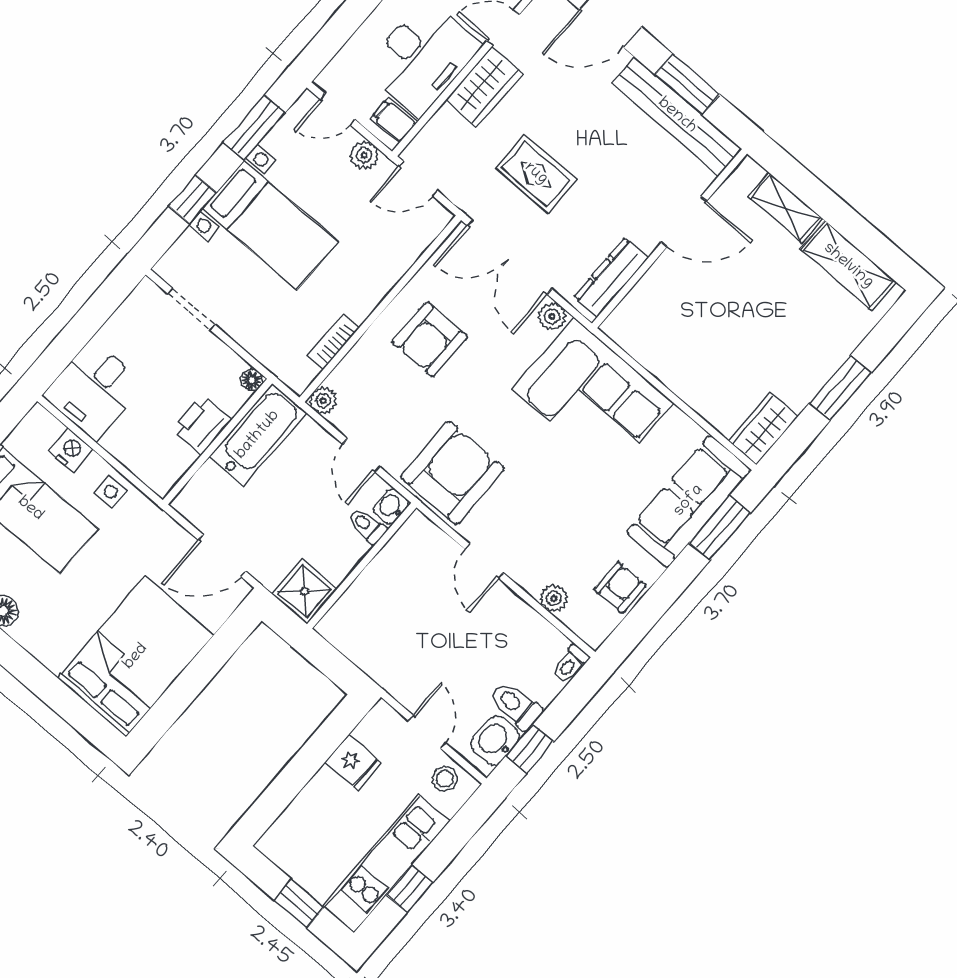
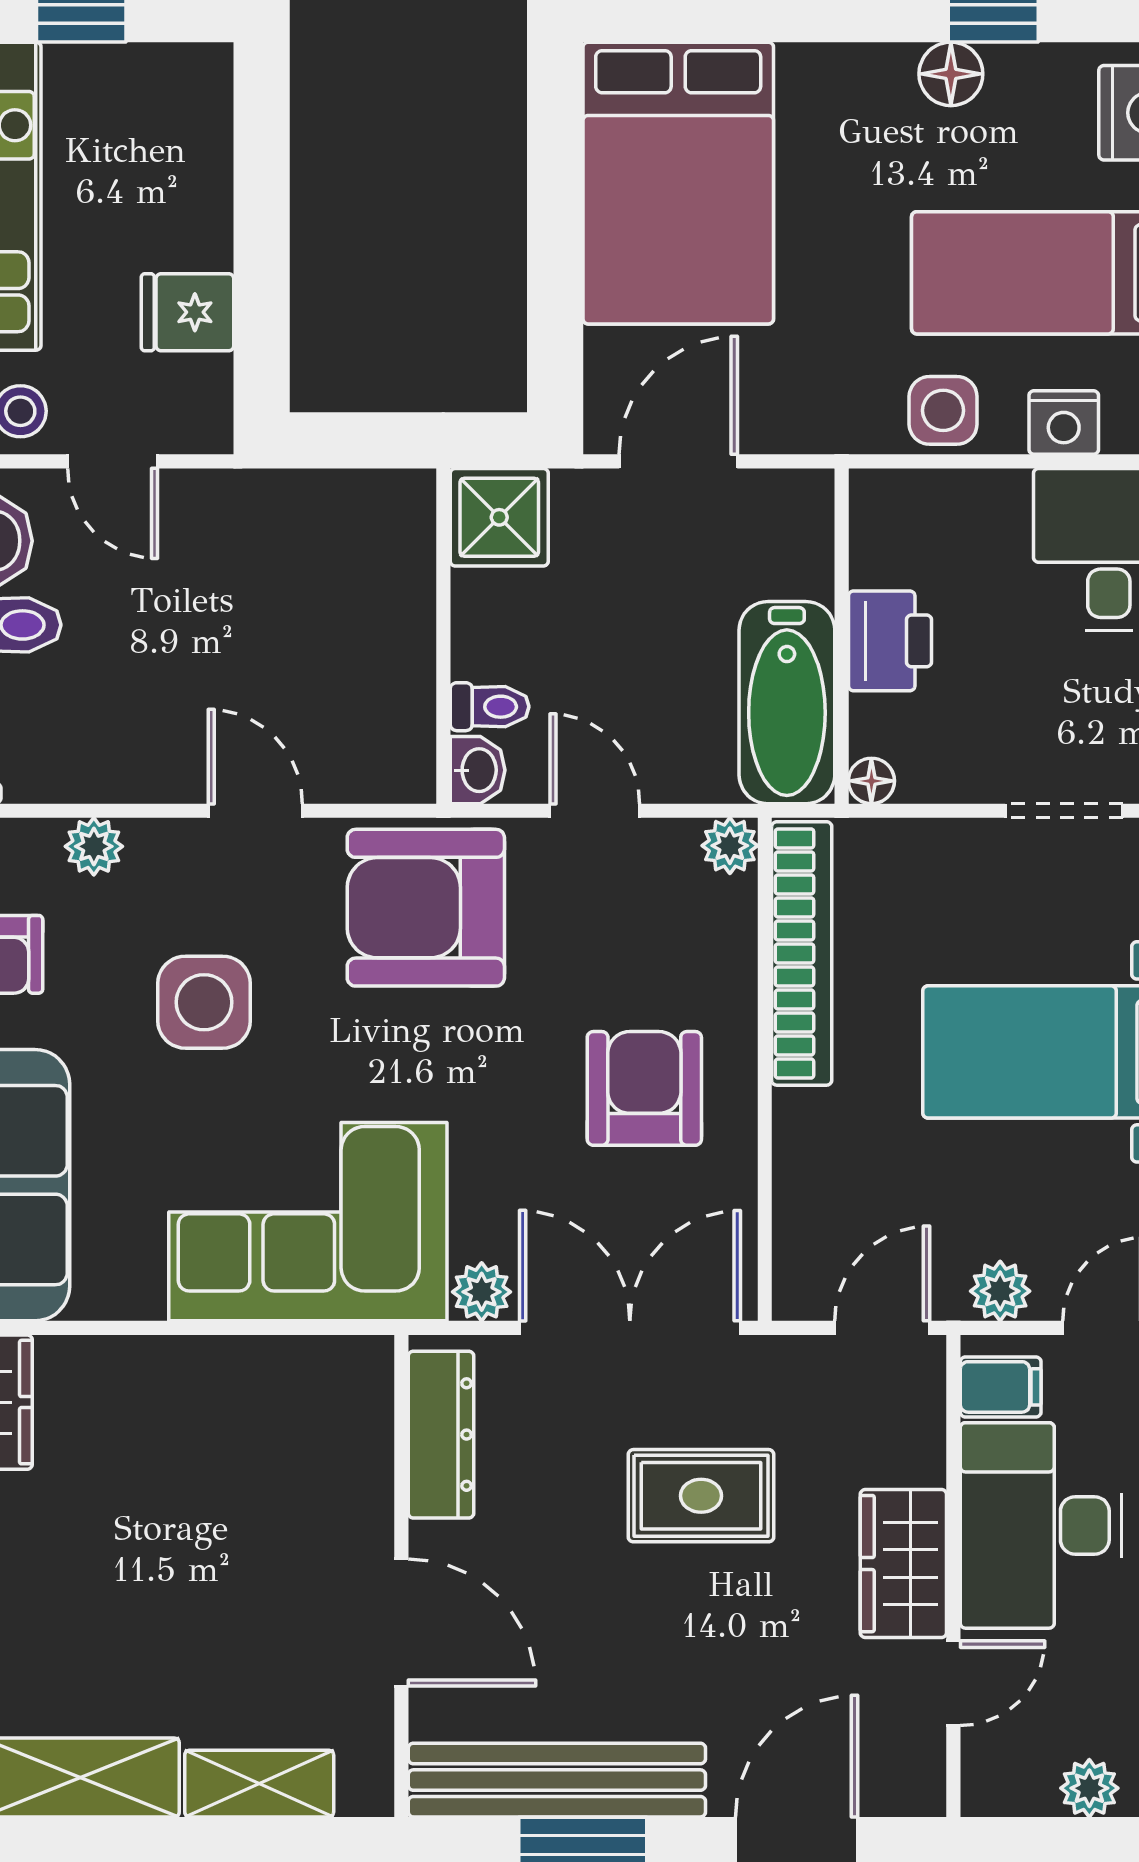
door: (684, 222) -> (401, 1623), swing flipped
bookcase: (333, 341) -> (802, 953), width x2.31, depth x1.31
armchair: (453, 473) -> (426, 908), turned 90
side table: (111, 492) -> (943, 410), width x1.37, depth x1.37
side table: (562, 508) -> (204, 1002), added

